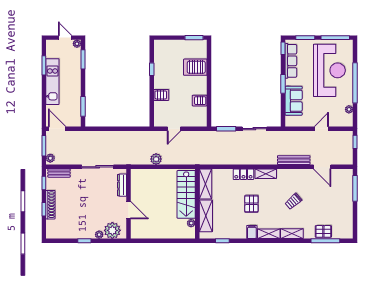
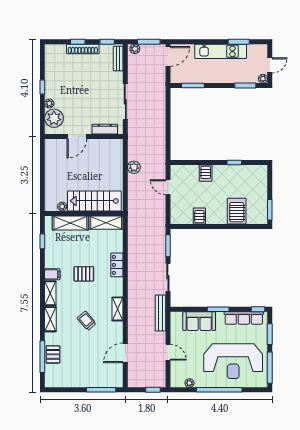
bench: (294, 160) -> (160, 313), moved
shelving: (266, 174) -> (118, 309), moved

